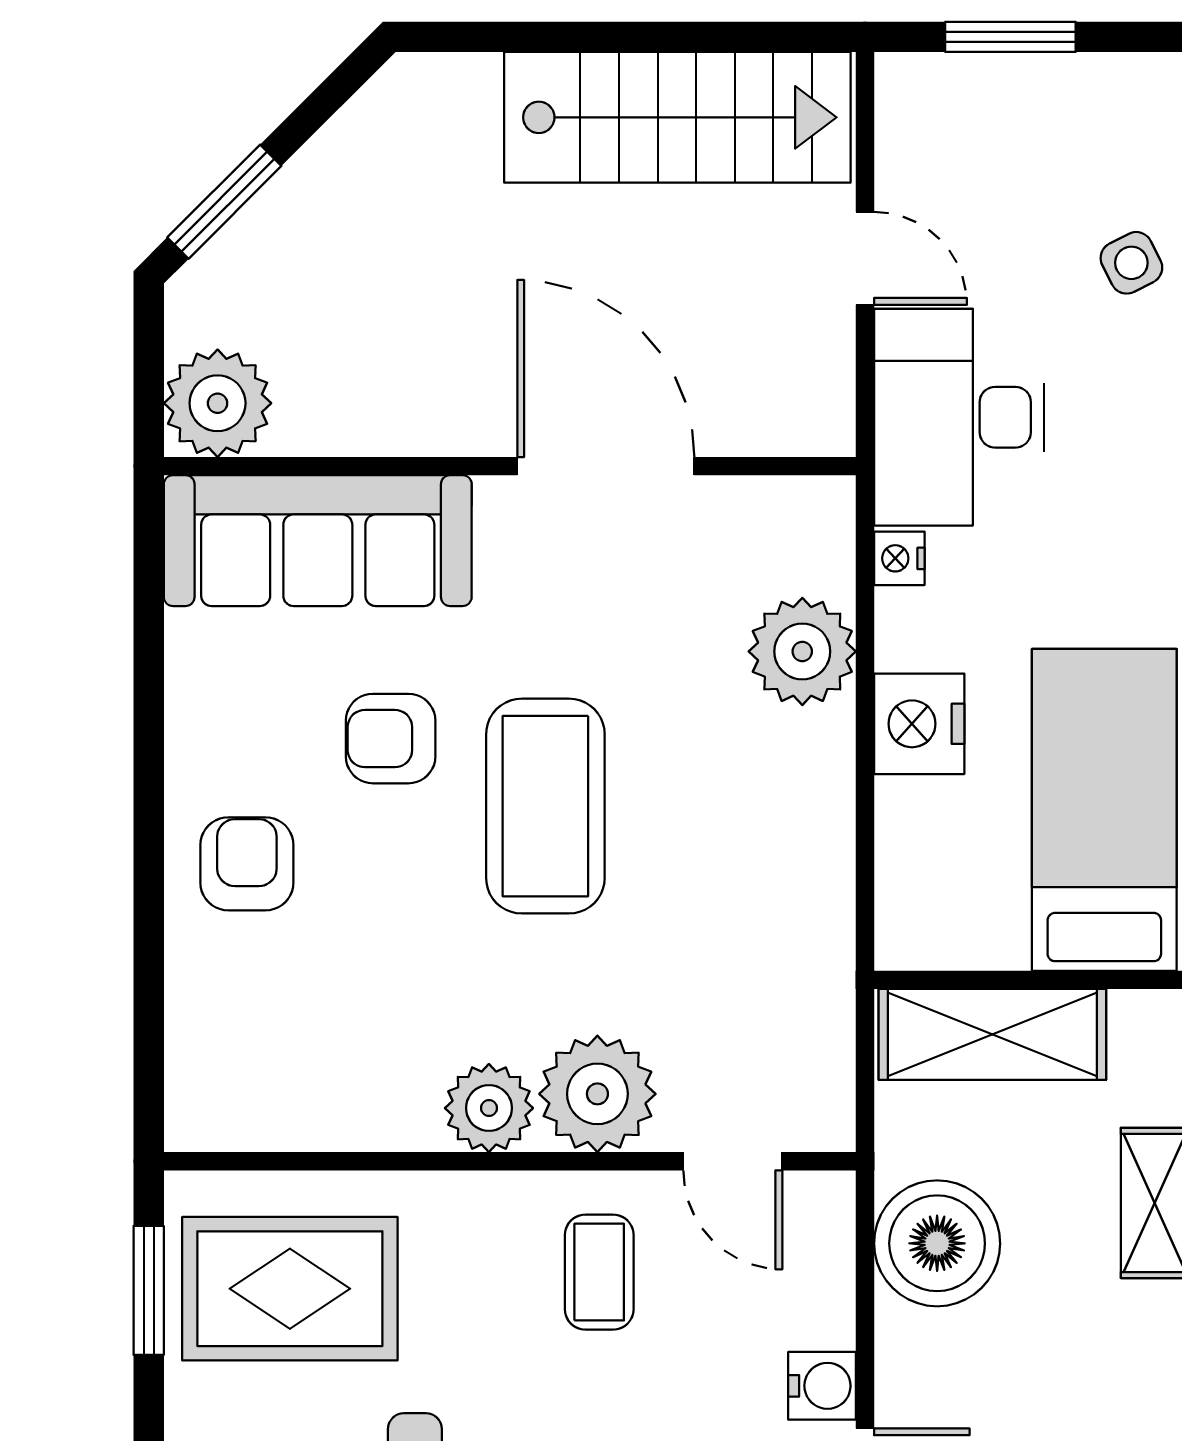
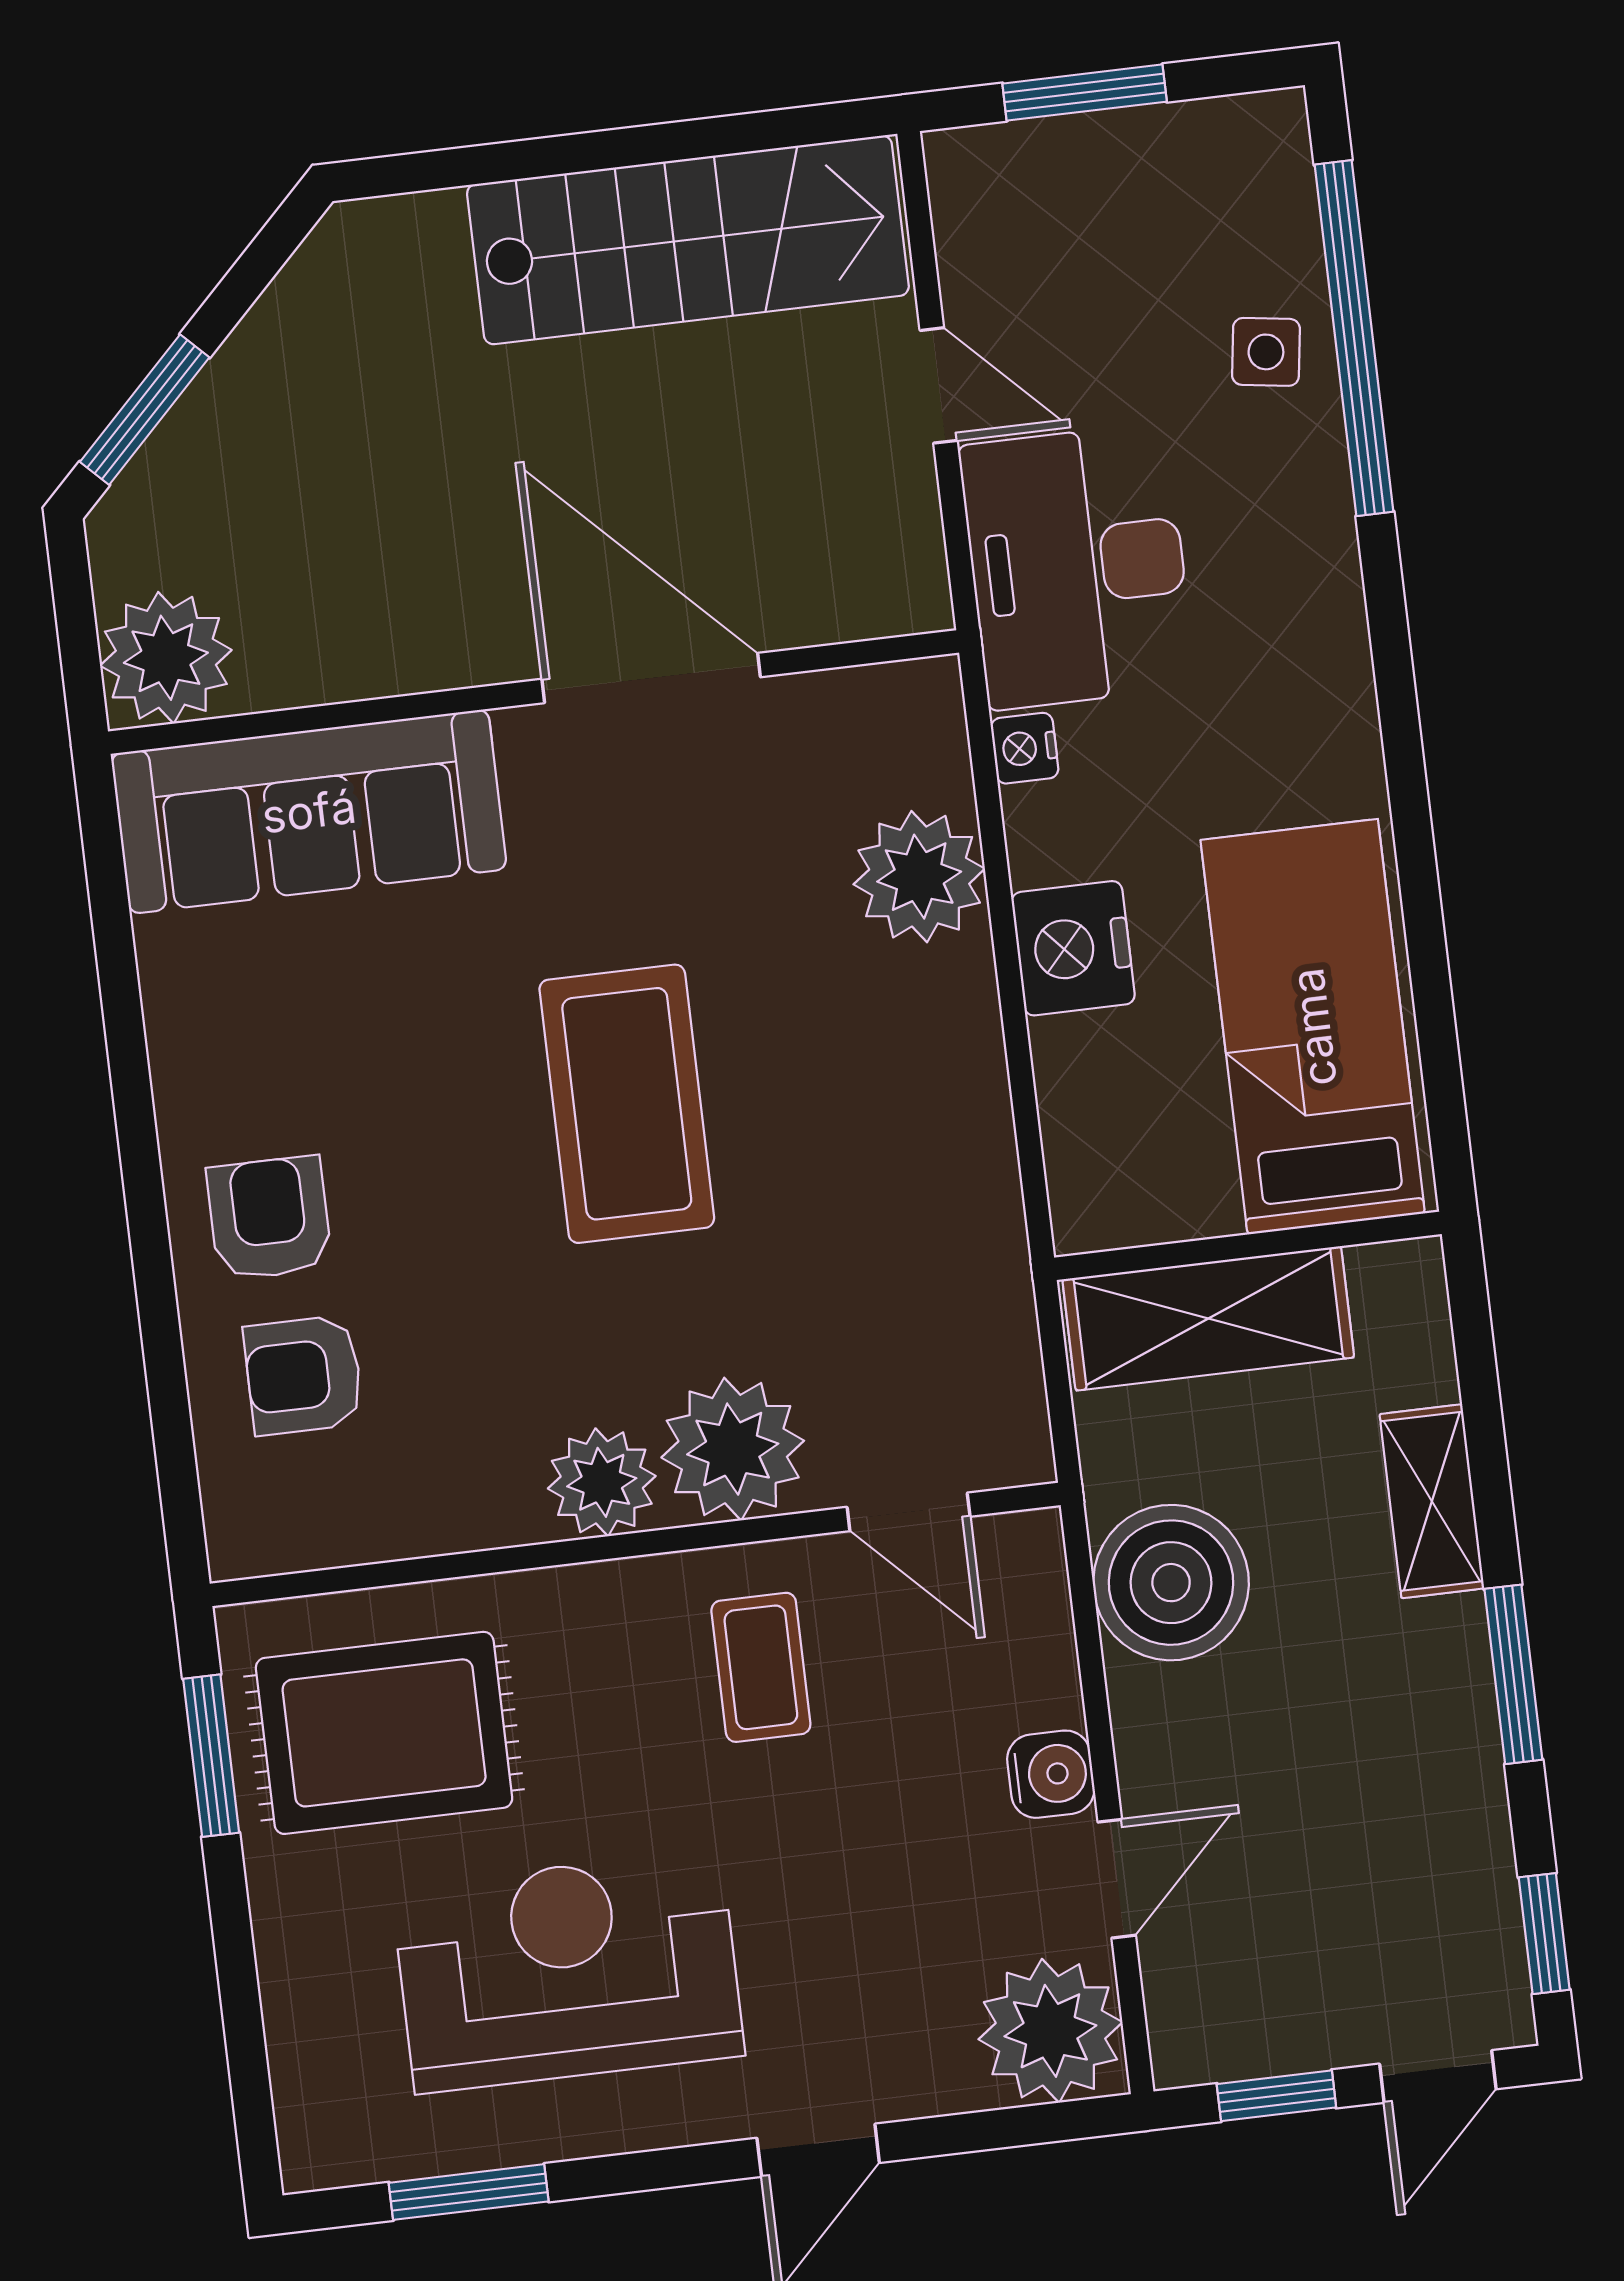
side table: (1131, 263) -> (1266, 352), turned 35
armchair: (391, 739) -> (303, 1375), moved

